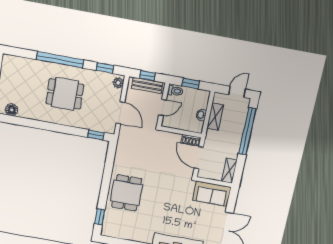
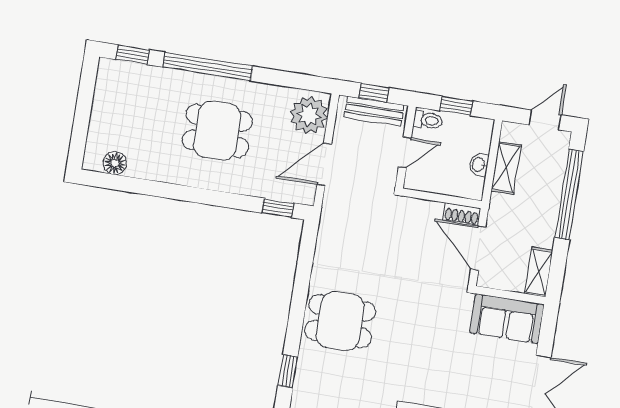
window: (105, 68) -> (133, 55), moved
plant: (118, 83) -> (309, 115), width x1.87, depth x1.87
door: (120, 113) -> (324, 164), swing flipped
dining table: (127, 193) -> (340, 321), turned 90

